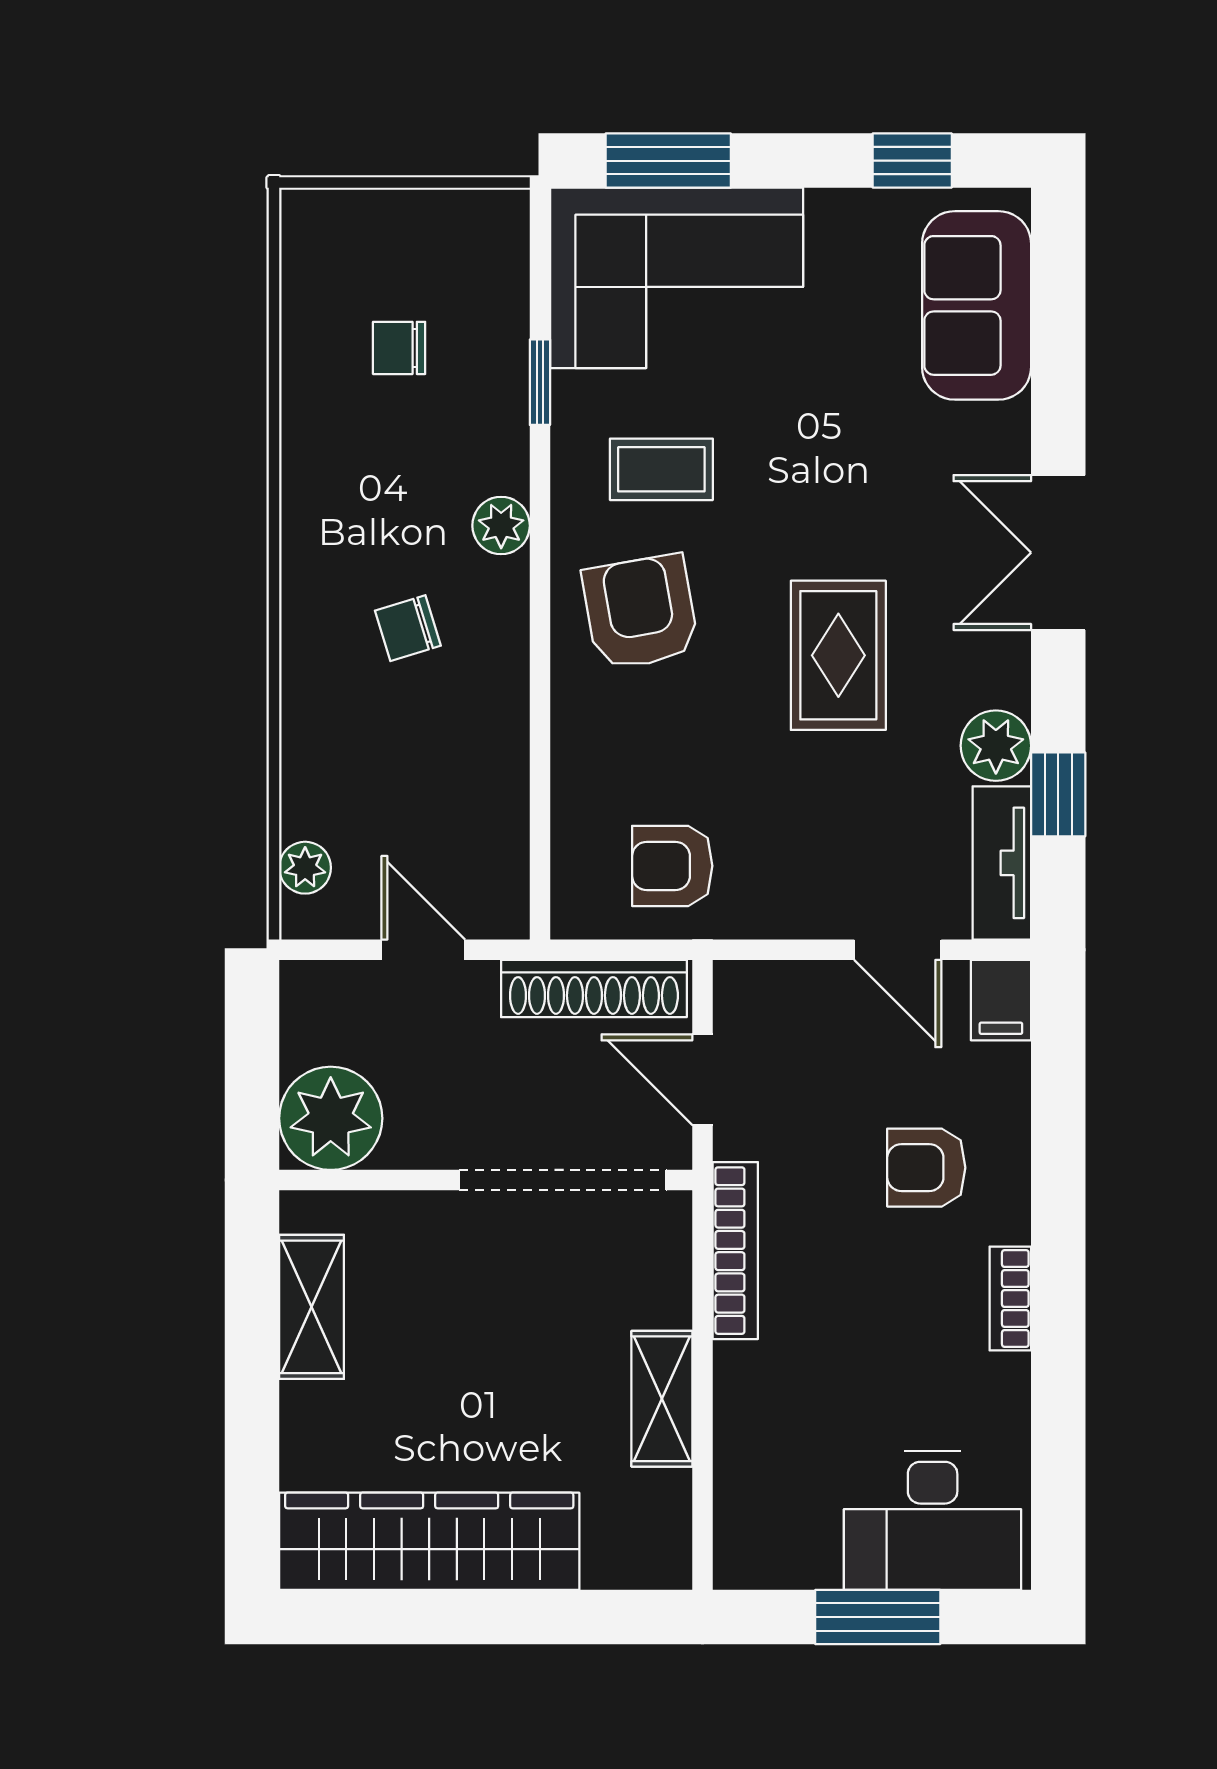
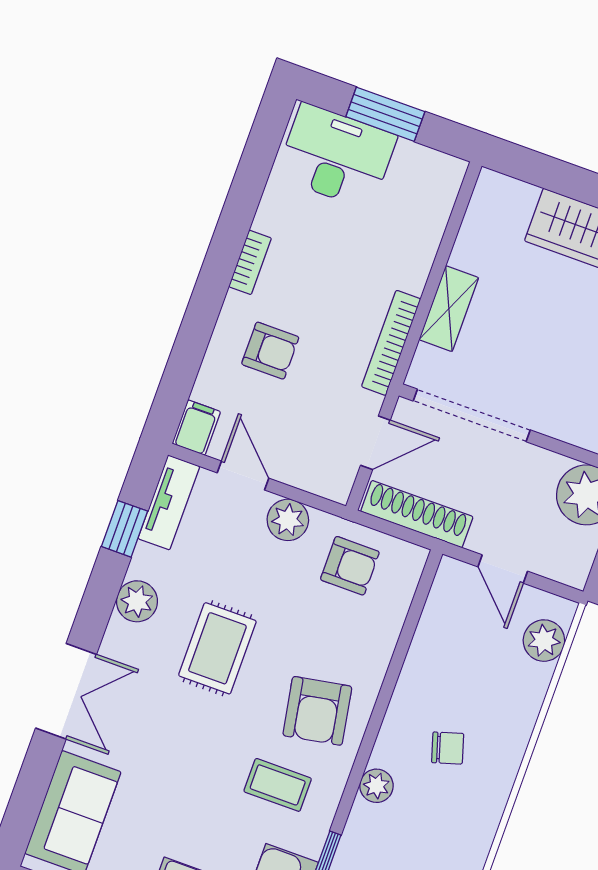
double door: (1058, 553) -> (66, 691), moved
plant: (996, 746) -> (137, 601), moved
plant: (305, 868) -> (544, 641), width x1.38, depth x1.38
plant: (799, 904) -> (288, 520), added
door: (703, 1080) -> (375, 443), hinge flipped
shelving: (662, 1399) -> (449, 309), moved

